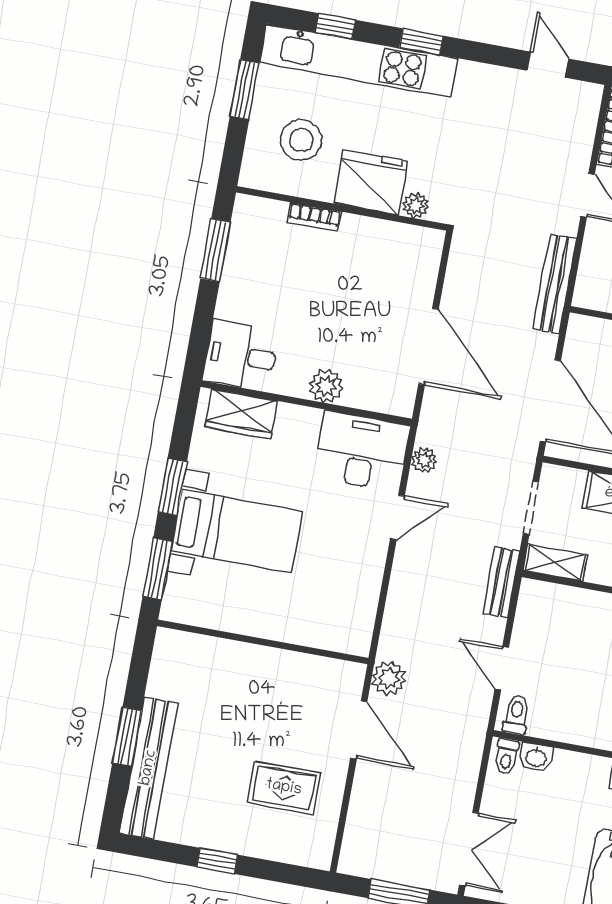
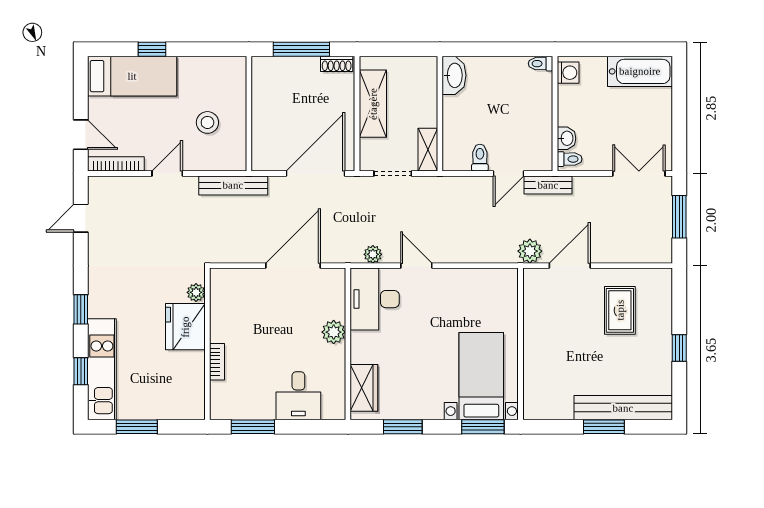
kitchen unit: (358, 61) -> (102, 369), width x0.73
stool: (301, 140) -> (165, 381), removed
desk: (241, 356) -> (298, 396), moved
window: (172, 487) -> (403, 427), moved
bed with nightstands: (237, 531) -> (481, 376), moved
bench: (501, 582) -> (548, 185), moved
toilet: (516, 715) -> (480, 158), moved, turned 90

